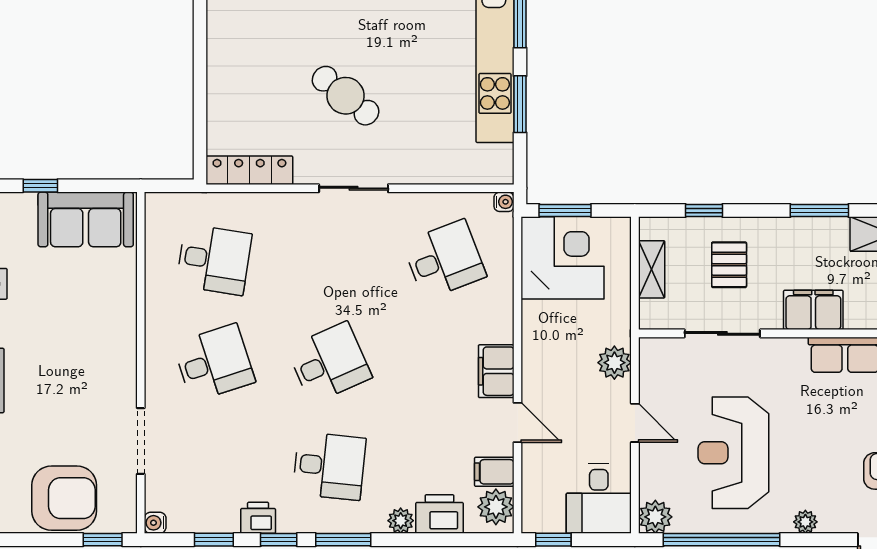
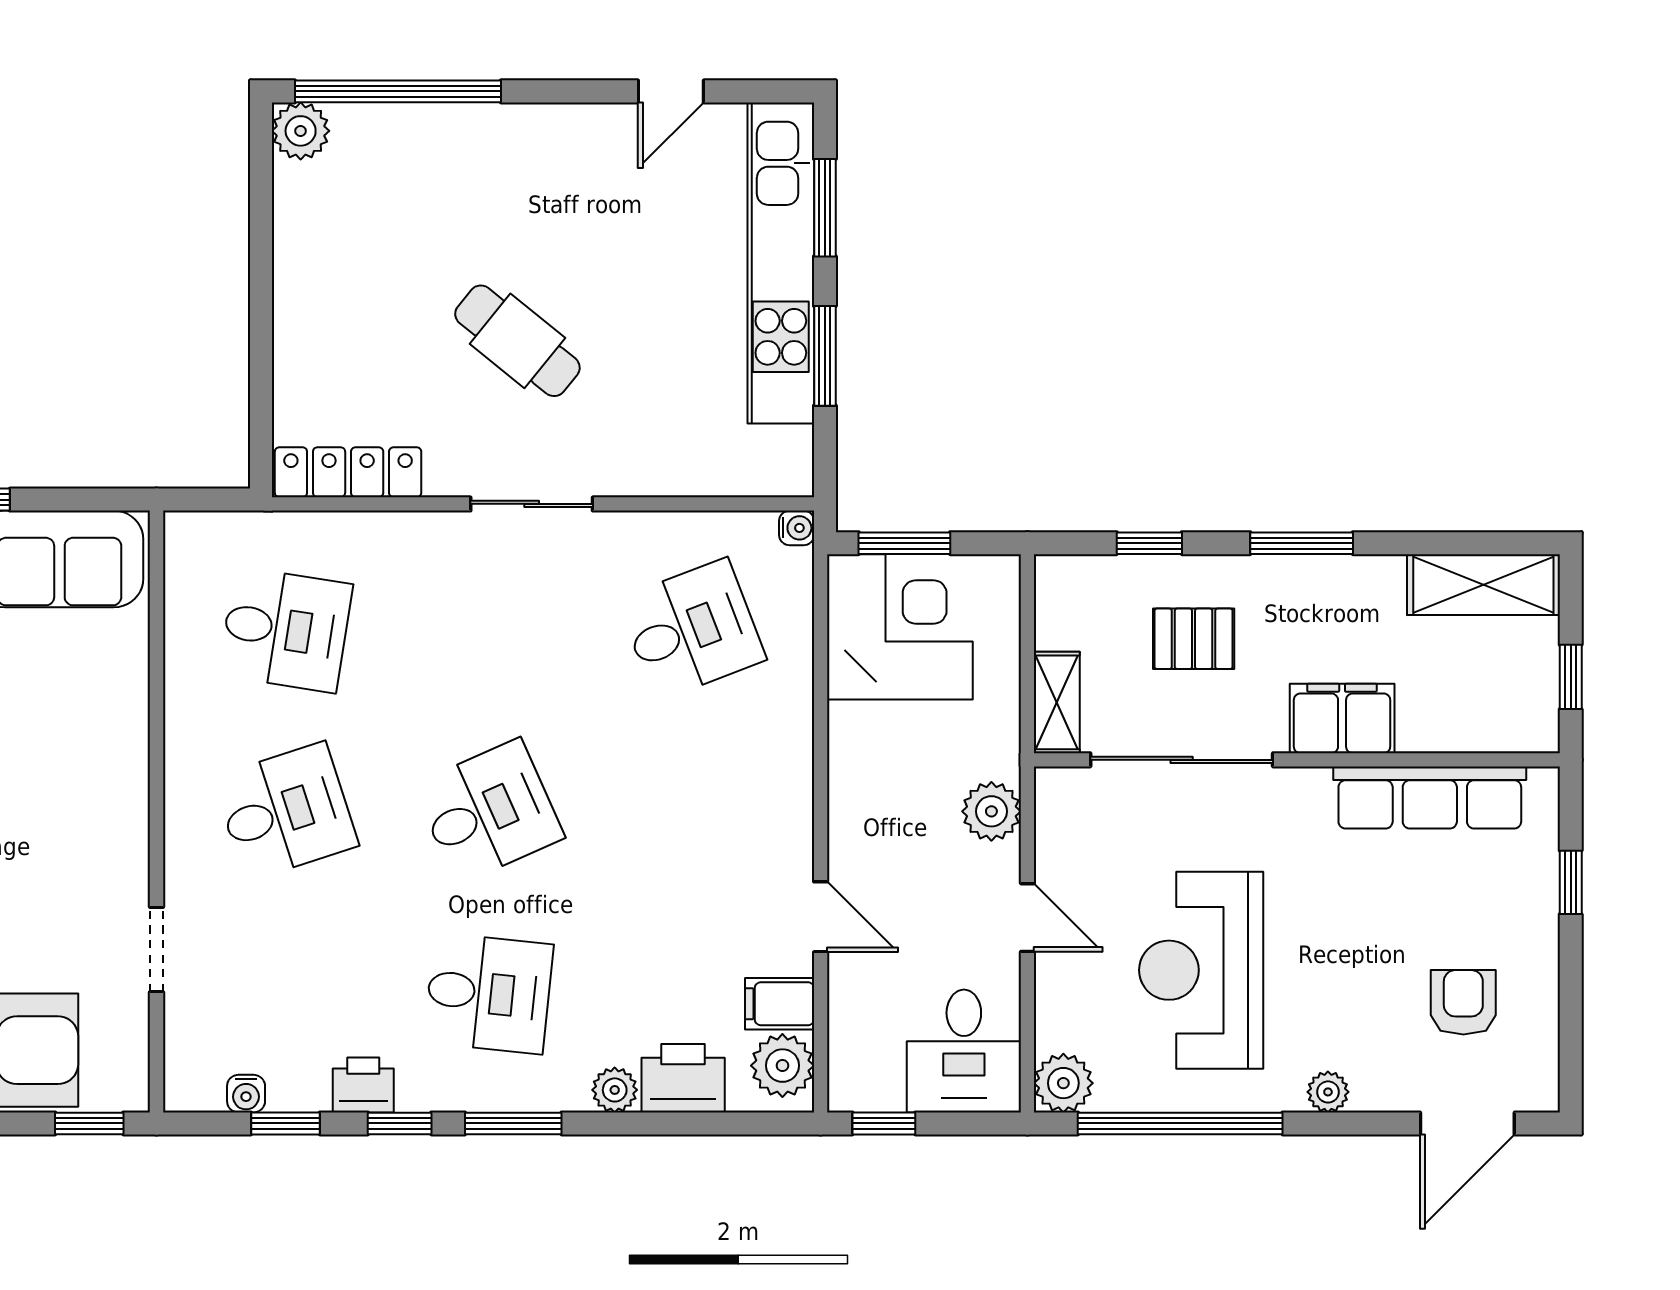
window: (819, 210) -> (1302, 543), moved
pallet: (729, 265) -> (1194, 639), turned 90
shelving: (652, 269) -> (1057, 702), moved
sliding door: (722, 333) -> (1182, 760), width x1.37
filing cabinet: (496, 371) -> (783, 826), removed
doorway: (141, 441) -> (157, 949), width x0.73
water cooler: (155, 523) -> (246, 1094), moved, turned -90

